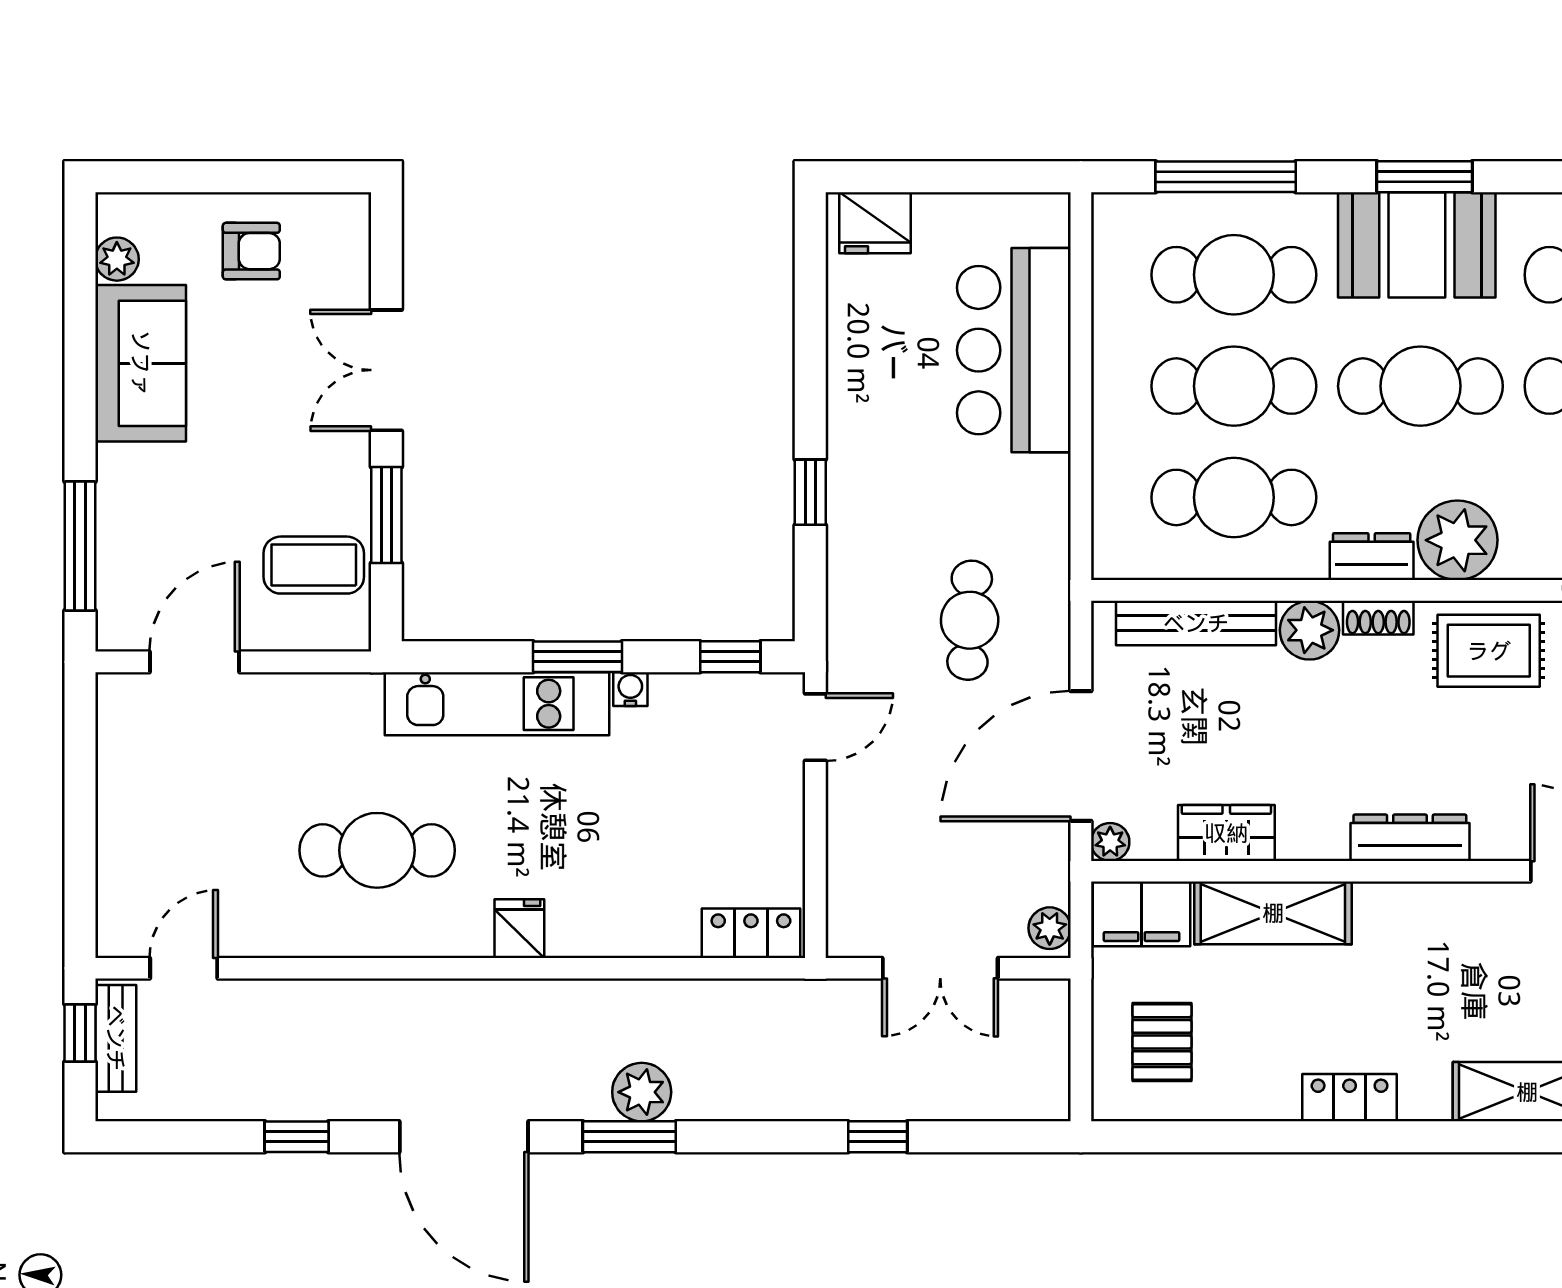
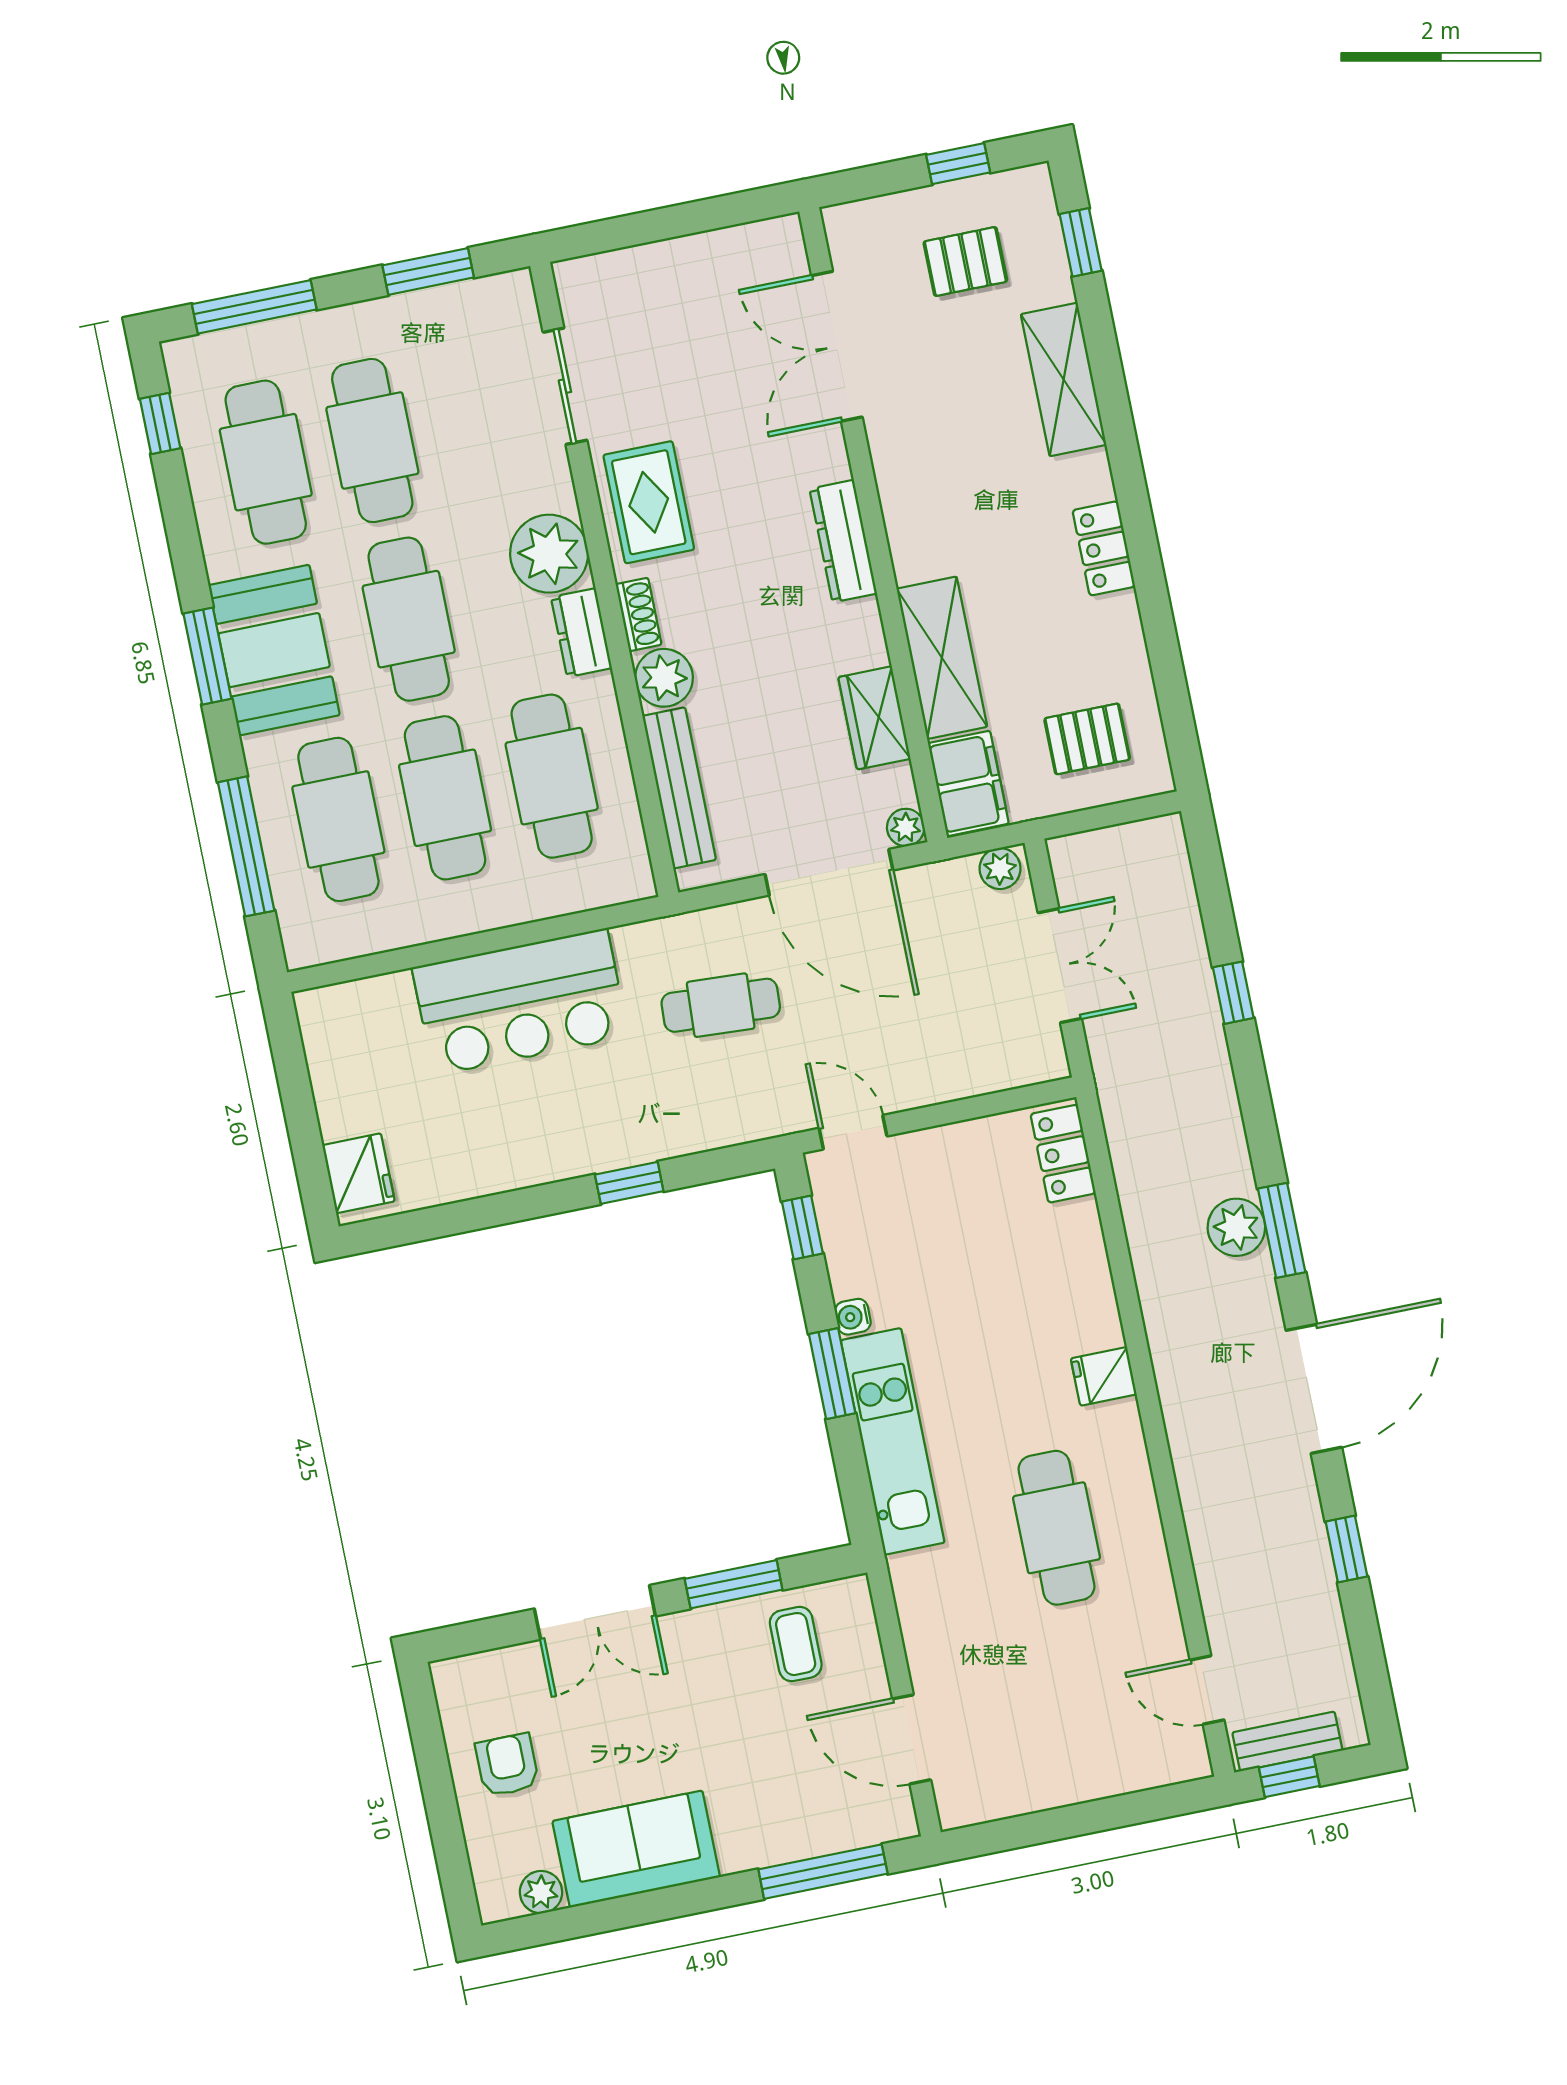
bar counter: (1014, 350) -> (520, 1002), moved
coffee table: (314, 565) -> (796, 1644), width x0.73, depth x0.77

